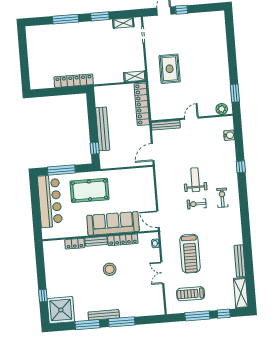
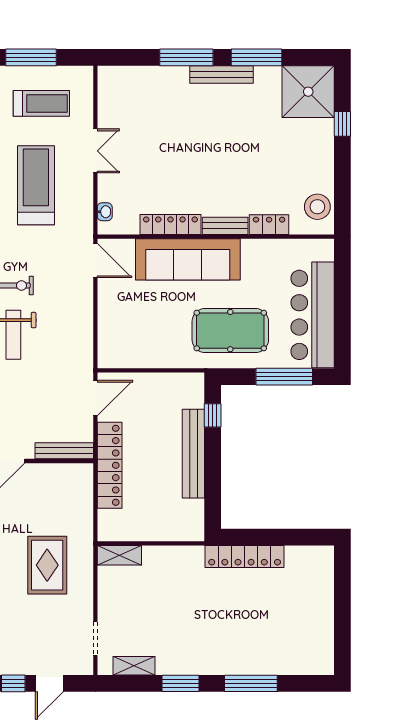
locker: (142, 104) -> (110, 465), moved
stool: (110, 269) -> (317, 207), moved

